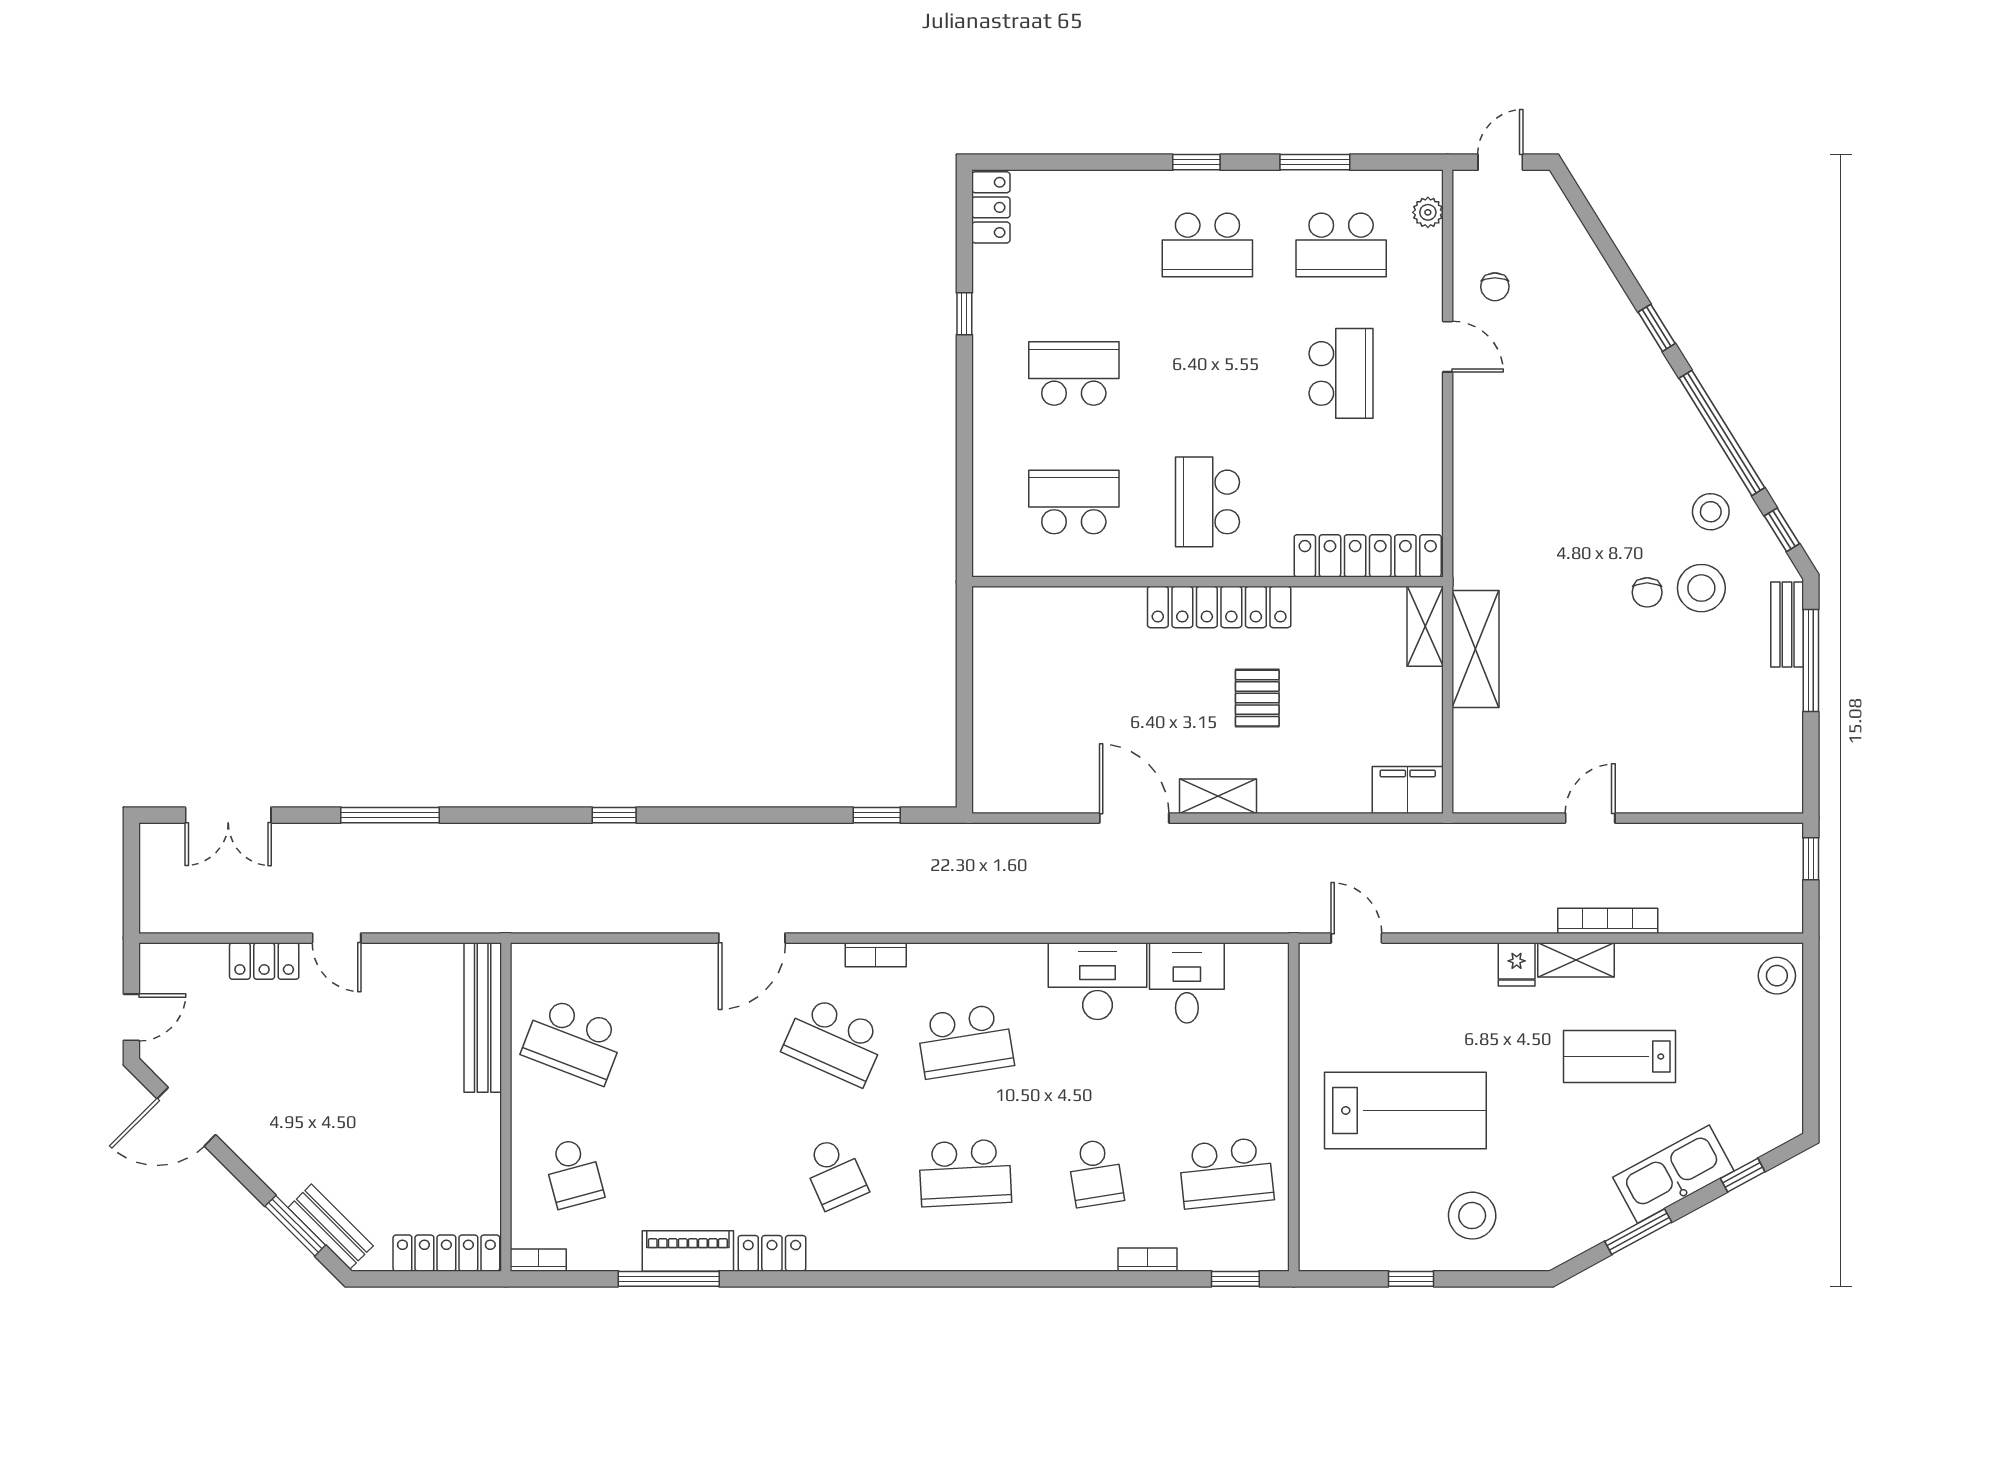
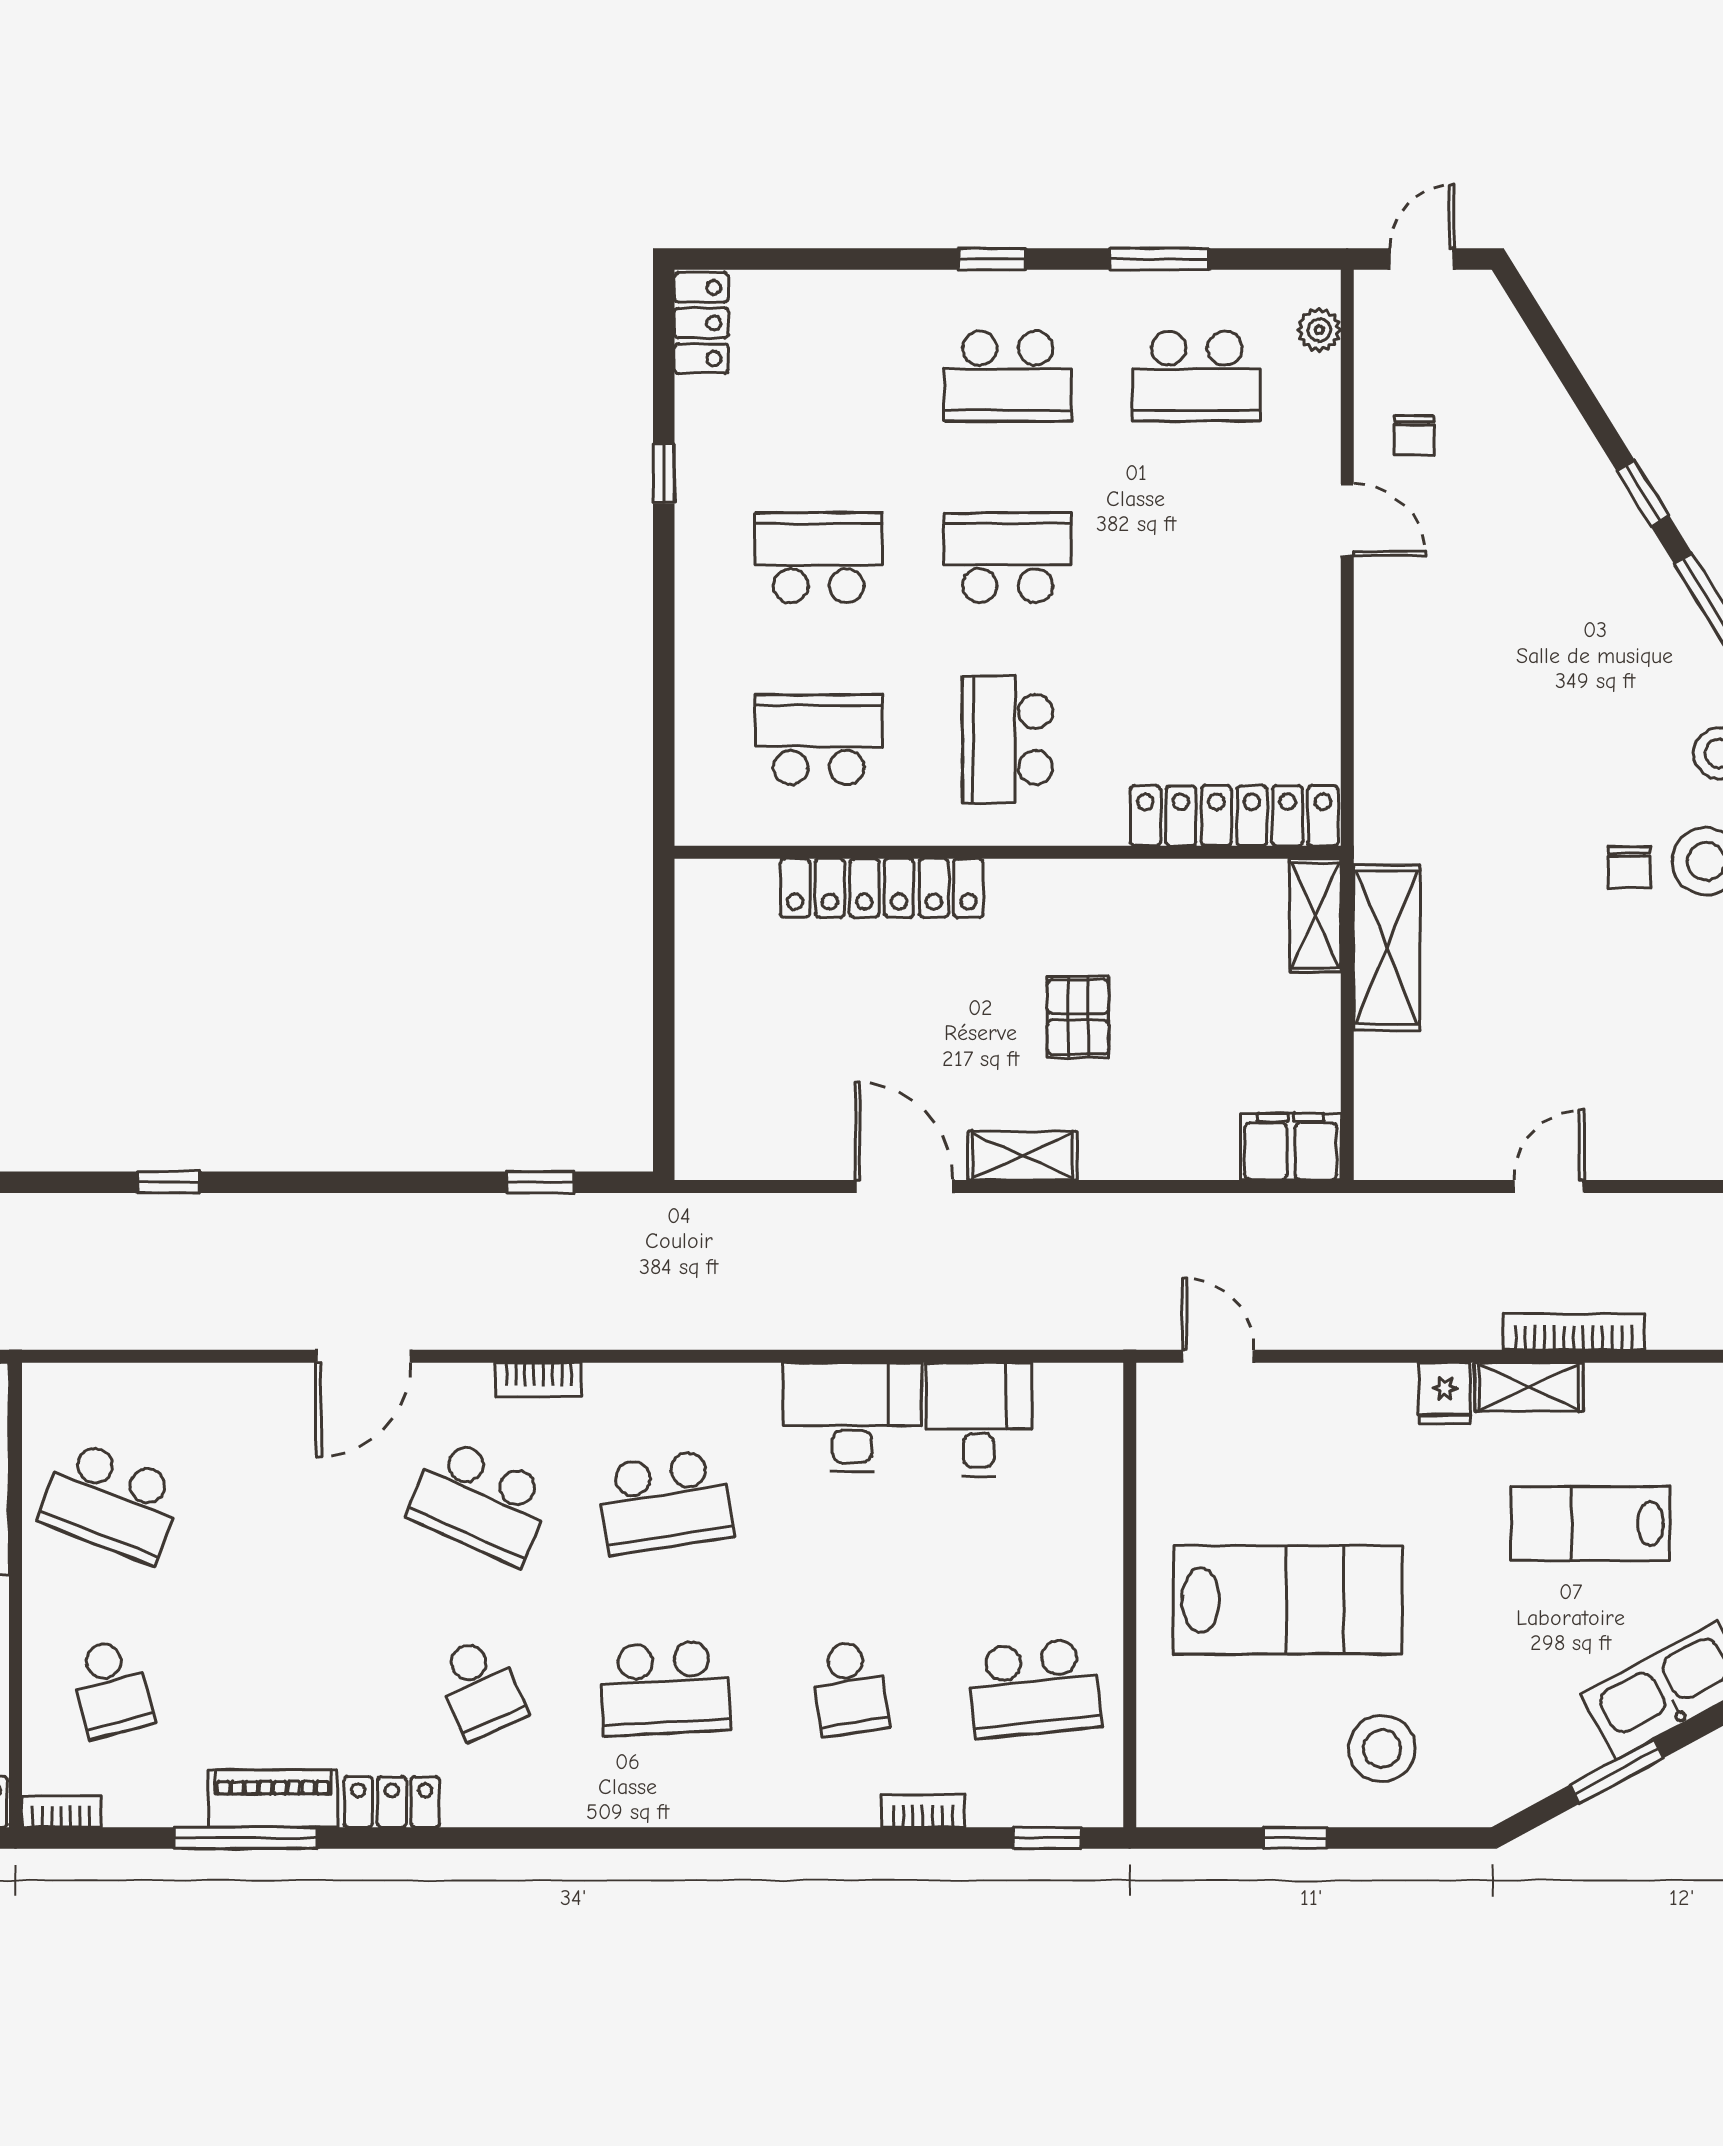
school desk: (1341, 373) -> (1008, 558), moved, turned -90
locker: (1219, 607) -> (882, 888), moved

